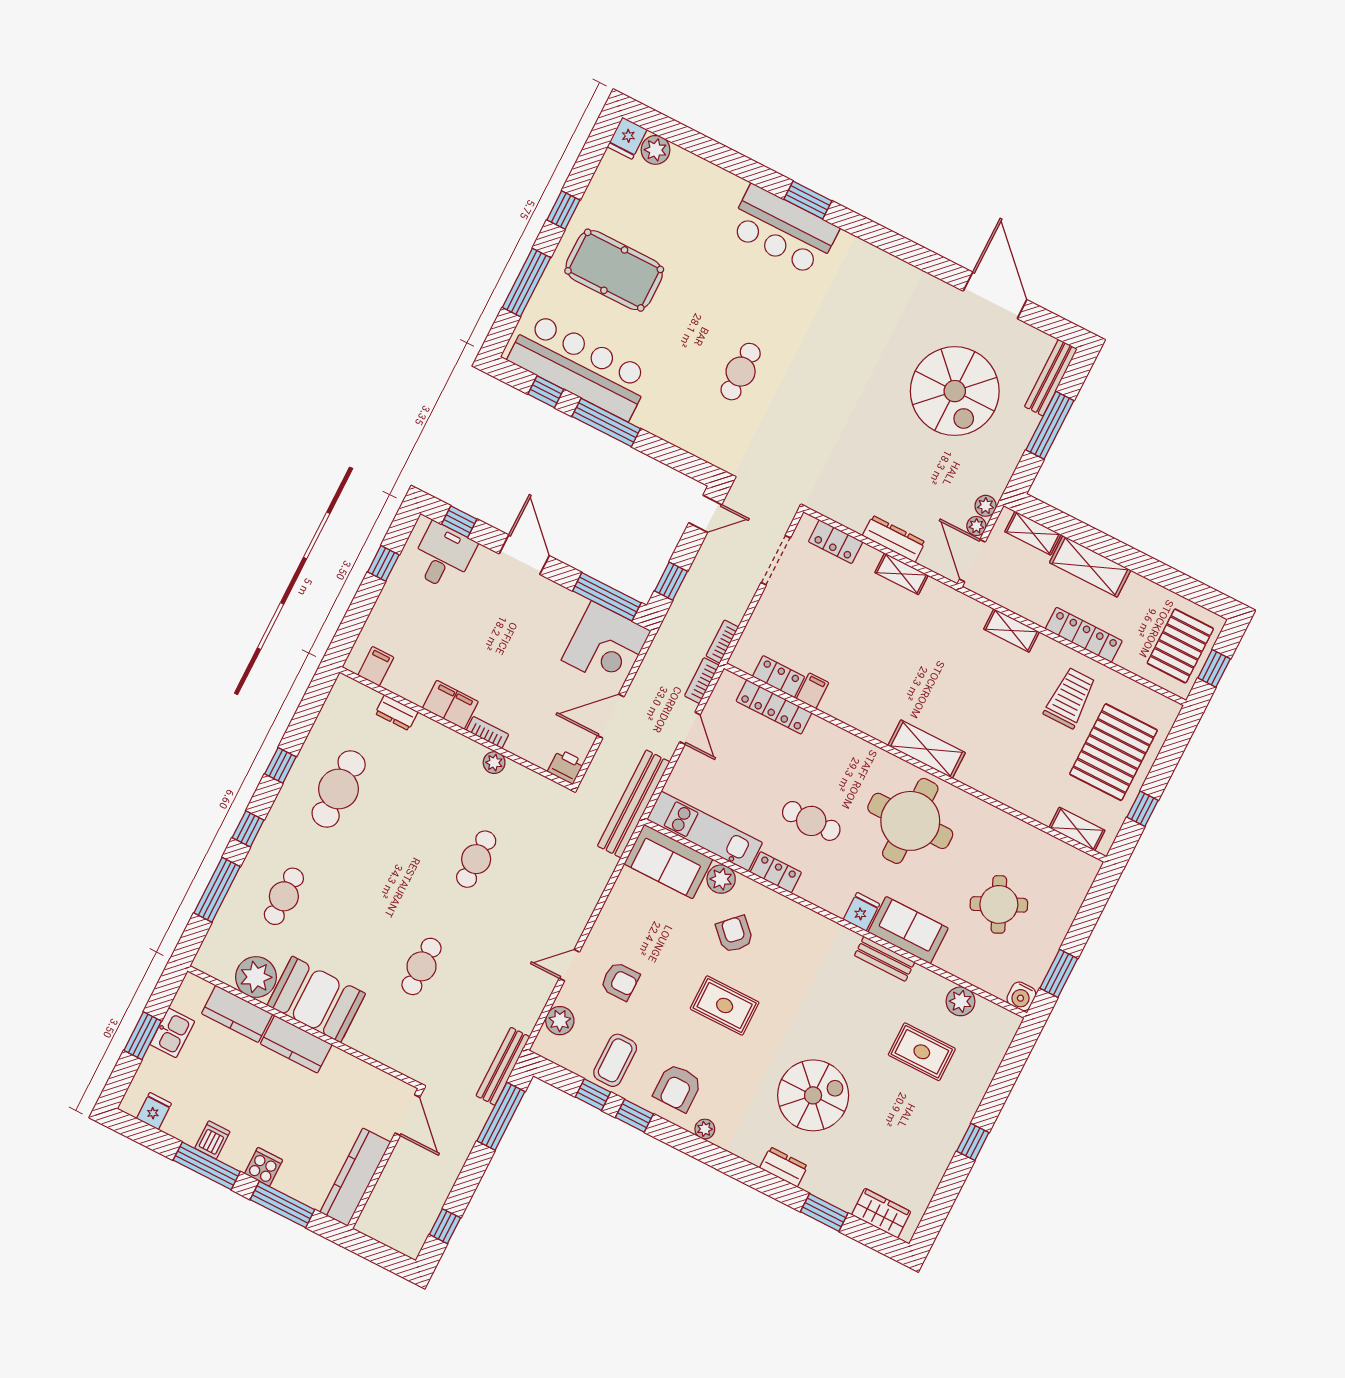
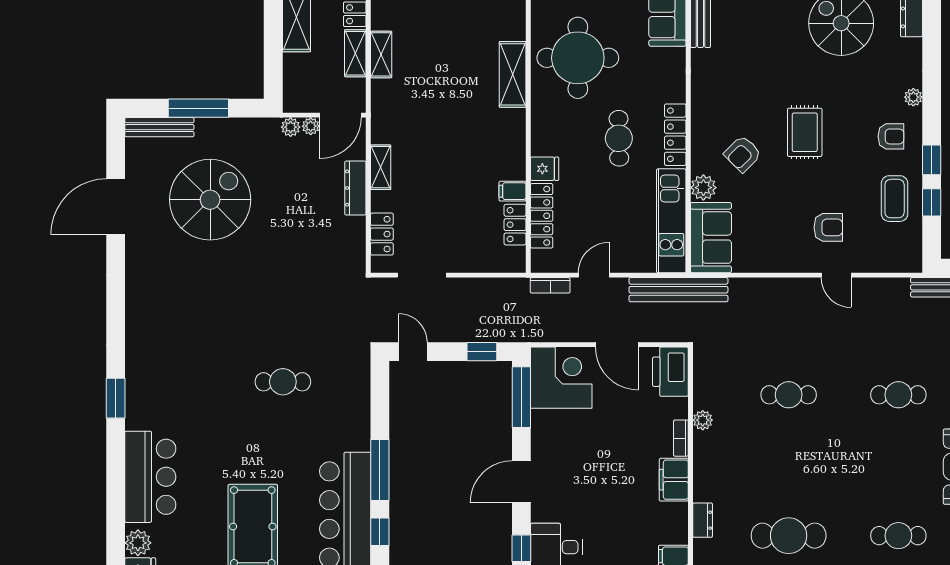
bar counter: (783, 230) -> (150, 477), moved
shelving: (1033, 533) -> (355, 53), moved
bookcase: (722, 642) -> (510, 285), removed
printer: (566, 767) -> (670, 372), width x1.87, depth x1.48
locker: (776, 872) -> (675, 135), width x1.53
fridge: (861, 912) -> (545, 169), moved, turned 180
armchair: (620, 981) -> (828, 227), turned 90
plant: (560, 1021) -> (885, 260), removed
coffee table: (615, 1060) -> (895, 199), turned 90
armchair: (678, 1088) -> (891, 136), width x0.72, depth x0.72

